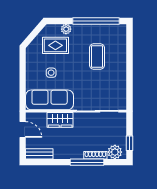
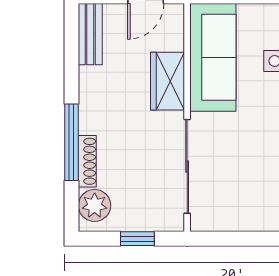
window: (129, 143) -> (137, 239), moved

